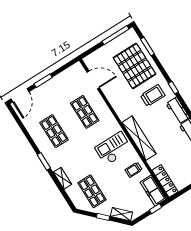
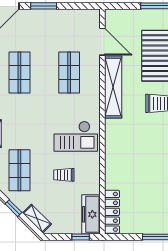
shelving: (139, 138) -> (113, 87), moved
checkout: (113, 149) -> (76, 136), turned 180
trolley: (134, 170) -> (64, 175), moved

